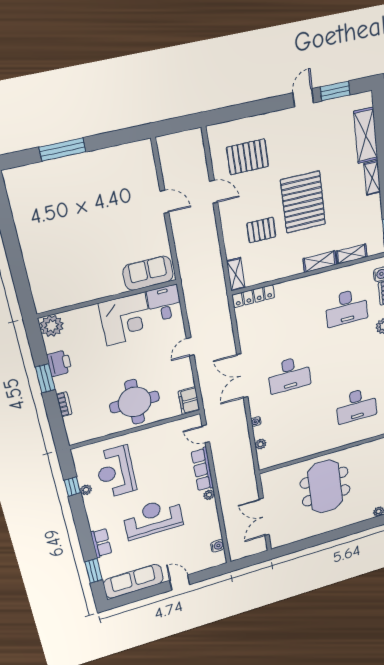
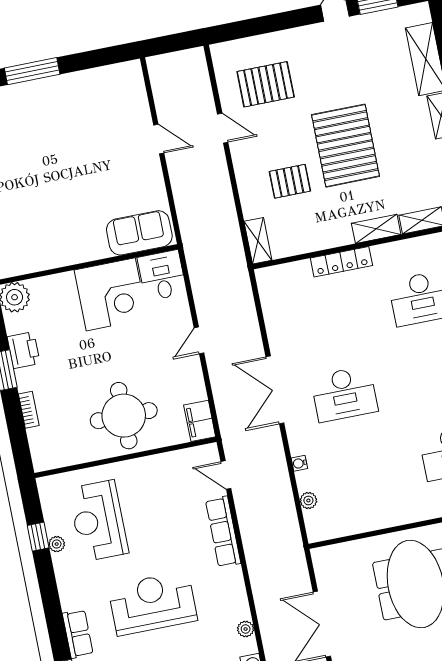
locker: (254, 296) -> (341, 262), moved
plant: (209, 495) -> (246, 629), moved

